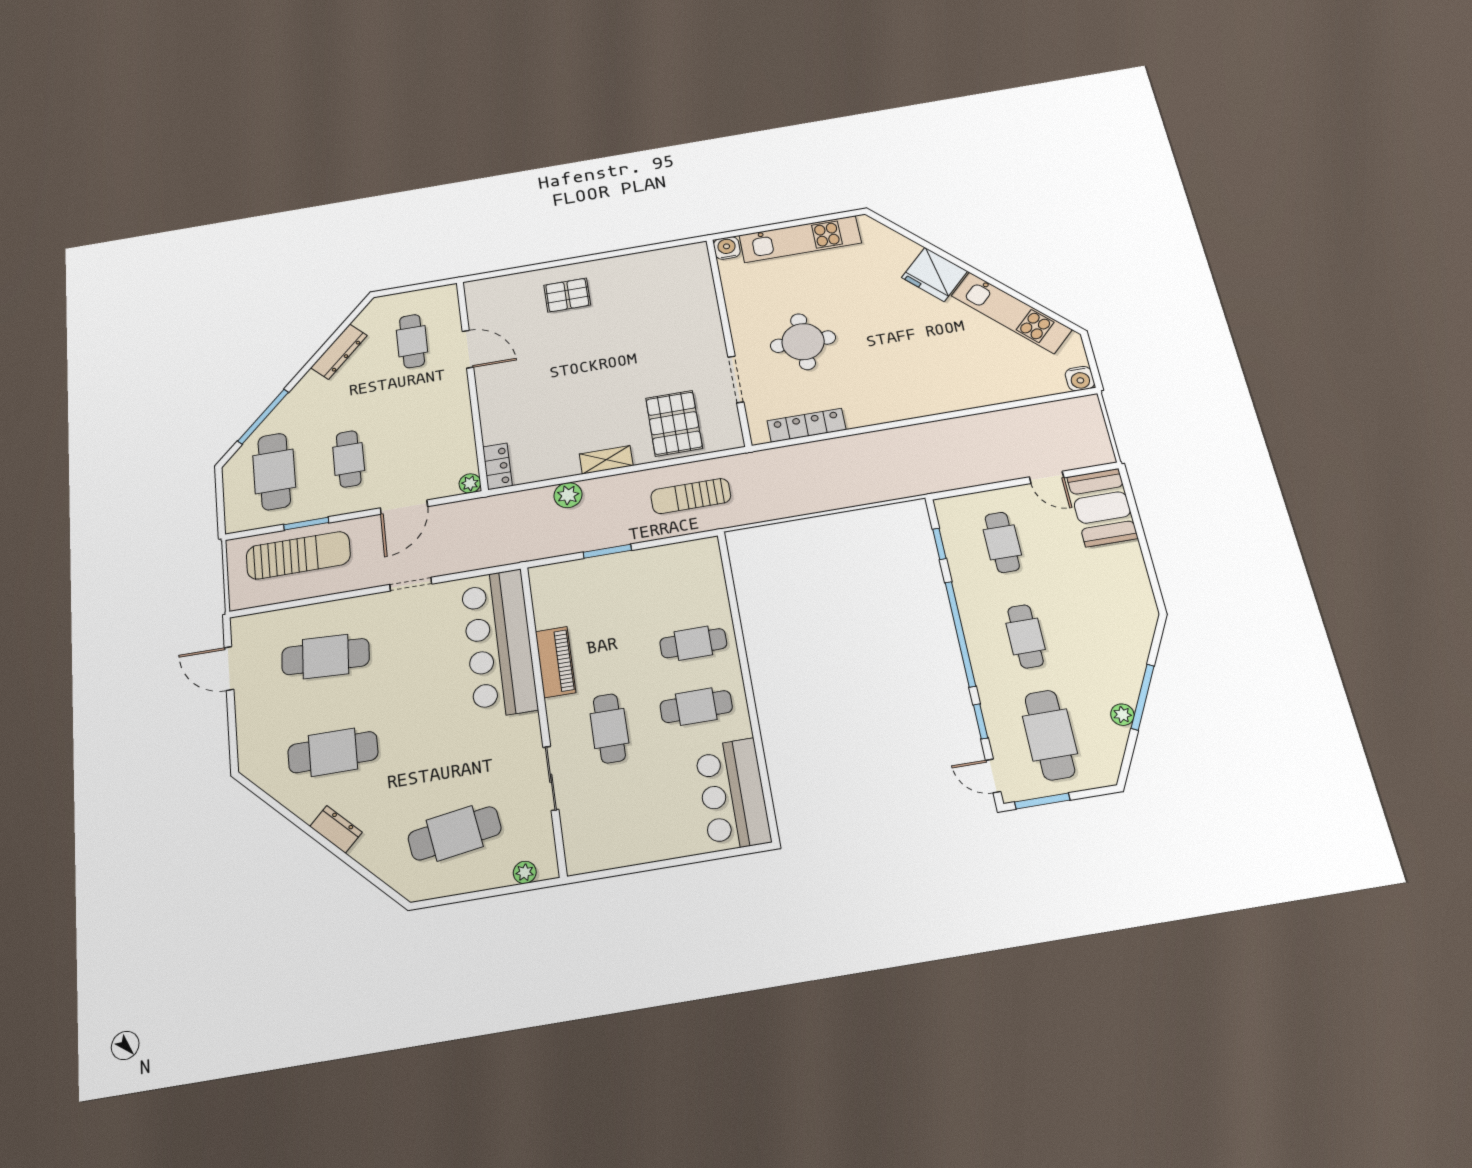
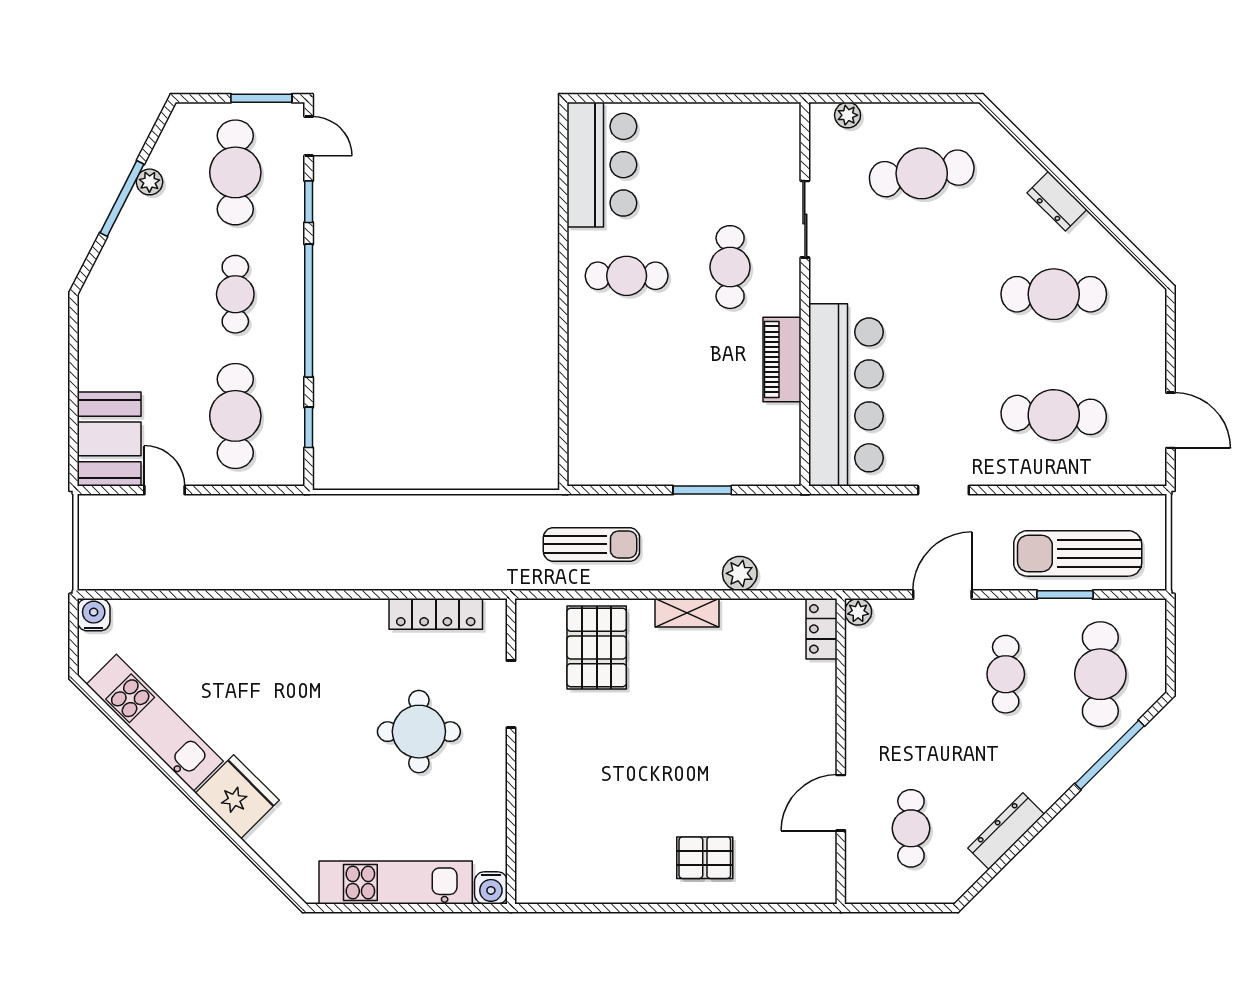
door: (468, 349) -> (841, 803), hinge flipped
cafe table: (1002, 542) -> (235, 416), width x1.37, depth x1.35
cafe table: (693, 643) -> (618, 354), removed

